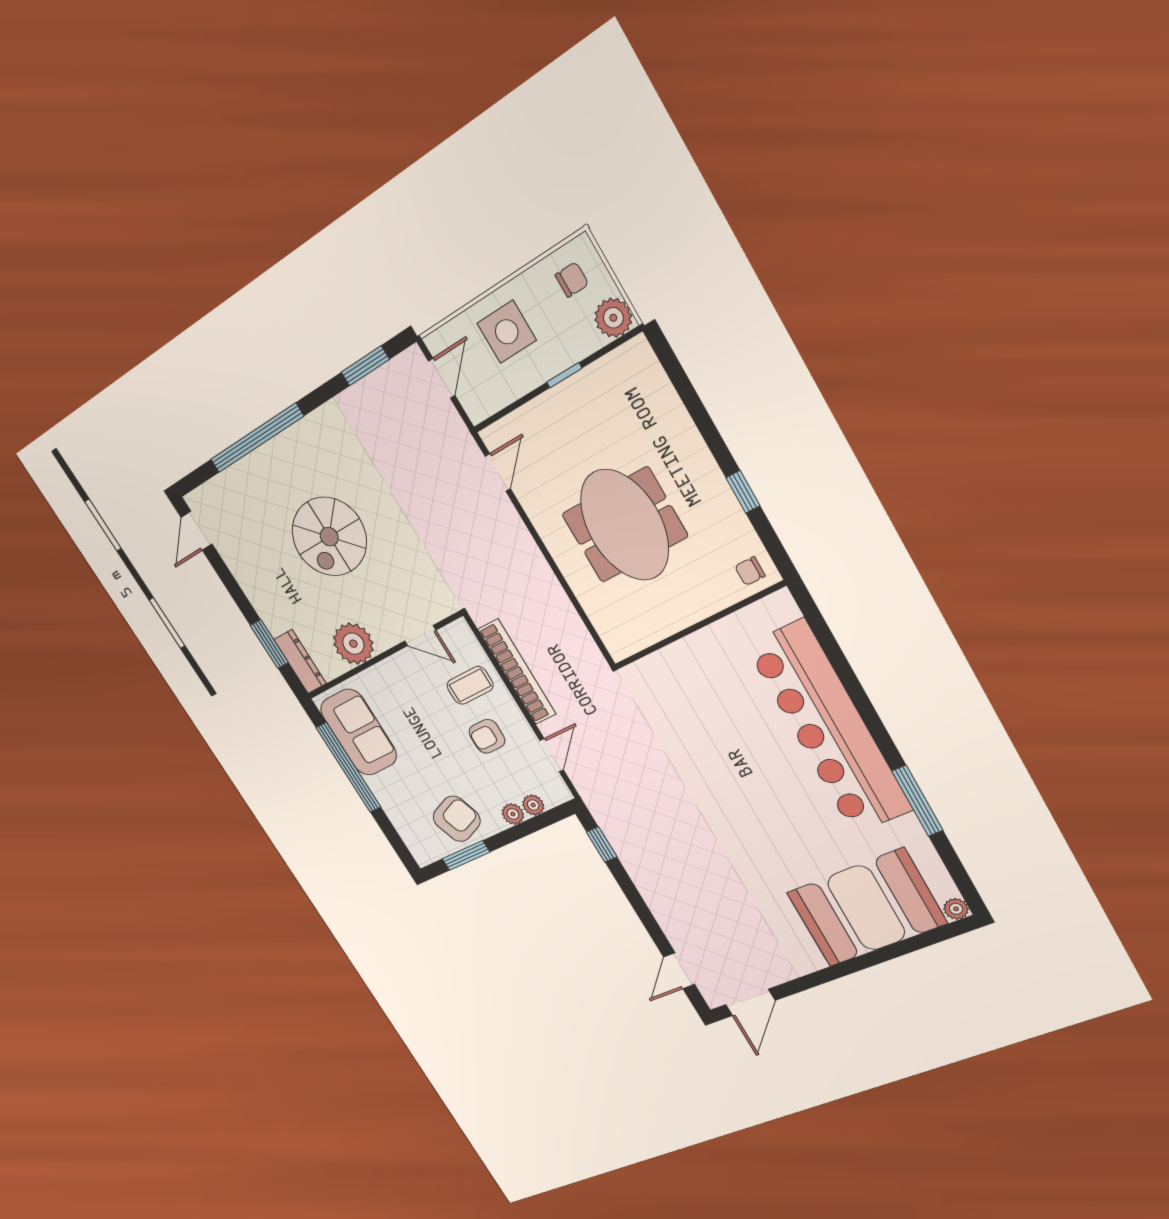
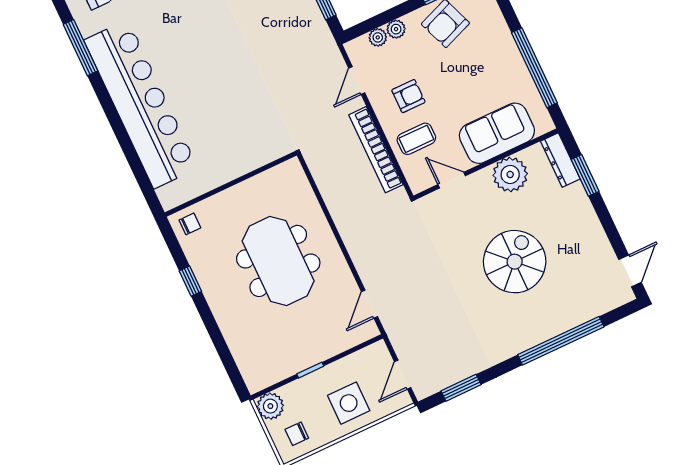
sofa: (359, 732) -> (497, 133), moved, turned 90

